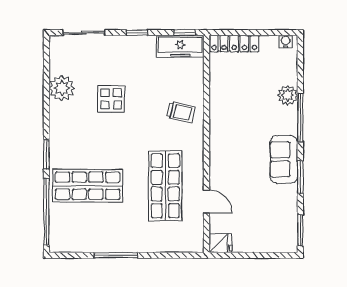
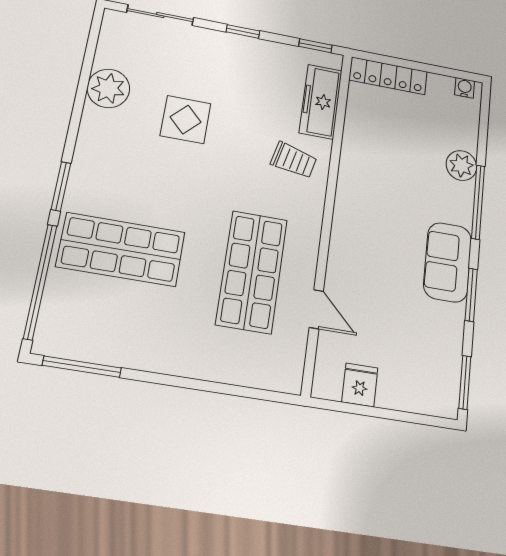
freezer: (180, 46) -> (321, 102), moved, turned 90
fridge: (220, 243) -> (360, 385), moved, turned -90
window: (116, 255) -> (82, 367), moved

